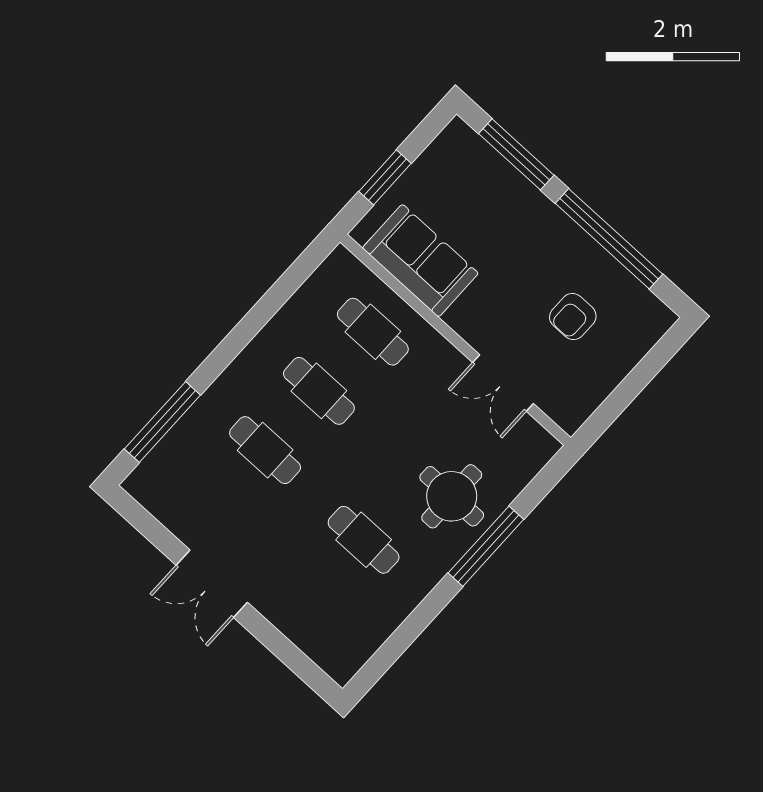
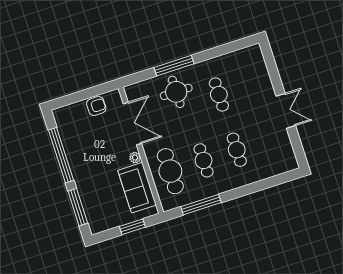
armchair: (573, 317) -> (96, 106), moved
plant: (459, 319) -> (135, 158), added
cafe table: (373, 332) -> (170, 171), width x1.37, depth x1.35
double door: (503, 383) -> (132, 124), width x1.37
window: (162, 422) -> (201, 205), moved

